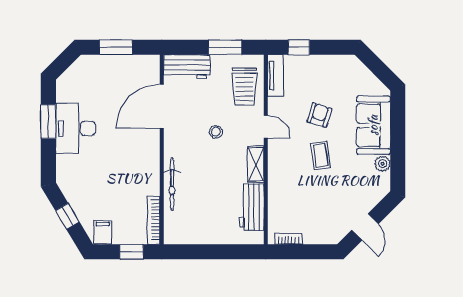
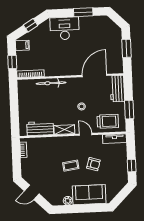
window: (299, 47) -> (132, 166), moved
trolley: (244, 86) -> (108, 121), turned 180
door: (162, 106) -> (95, 75), hinge flipped
door: (266, 127) -> (86, 134), swing flipped
desk: (76, 128) -> (65, 28), moved

